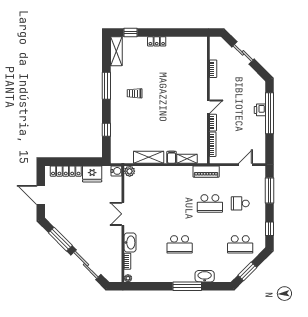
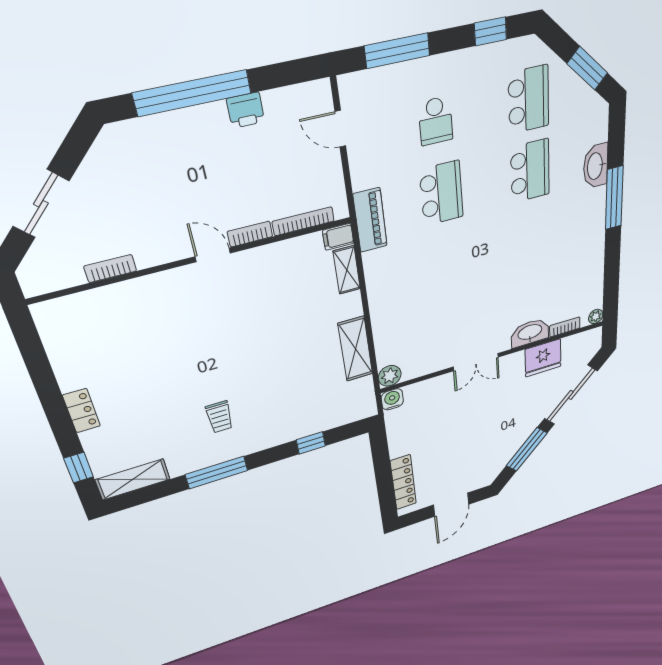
printer: (260, 110) -> (246, 110), moved
filing cabinet: (172, 157) -> (338, 237), moved
fridge: (92, 174) -> (543, 358), moved, turned 90
school desk: (180, 244) -> (530, 171), moved

